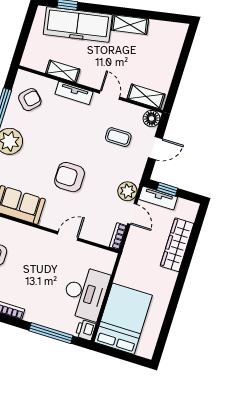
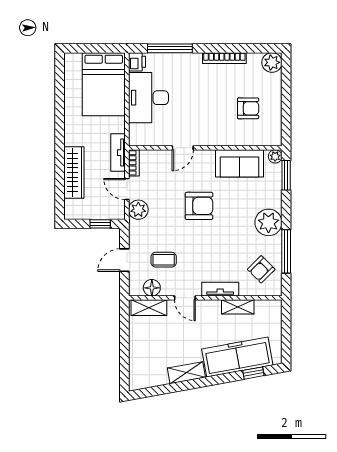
floor lamp: (151, 119) -> (152, 288), moved
tv unit: (158, 198) -> (118, 153), moved, turned -90

